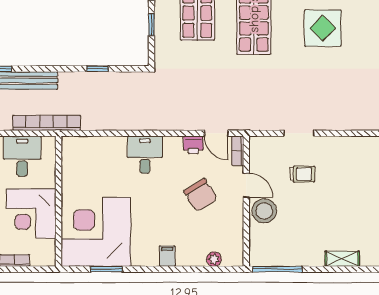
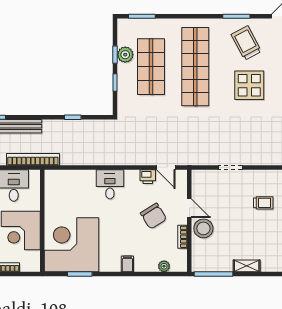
bookcase: (238, 151) -> (183, 237), moved
trolley: (302, 174) -> (263, 203), moved
shelving: (342, 259) -> (247, 266), moved

